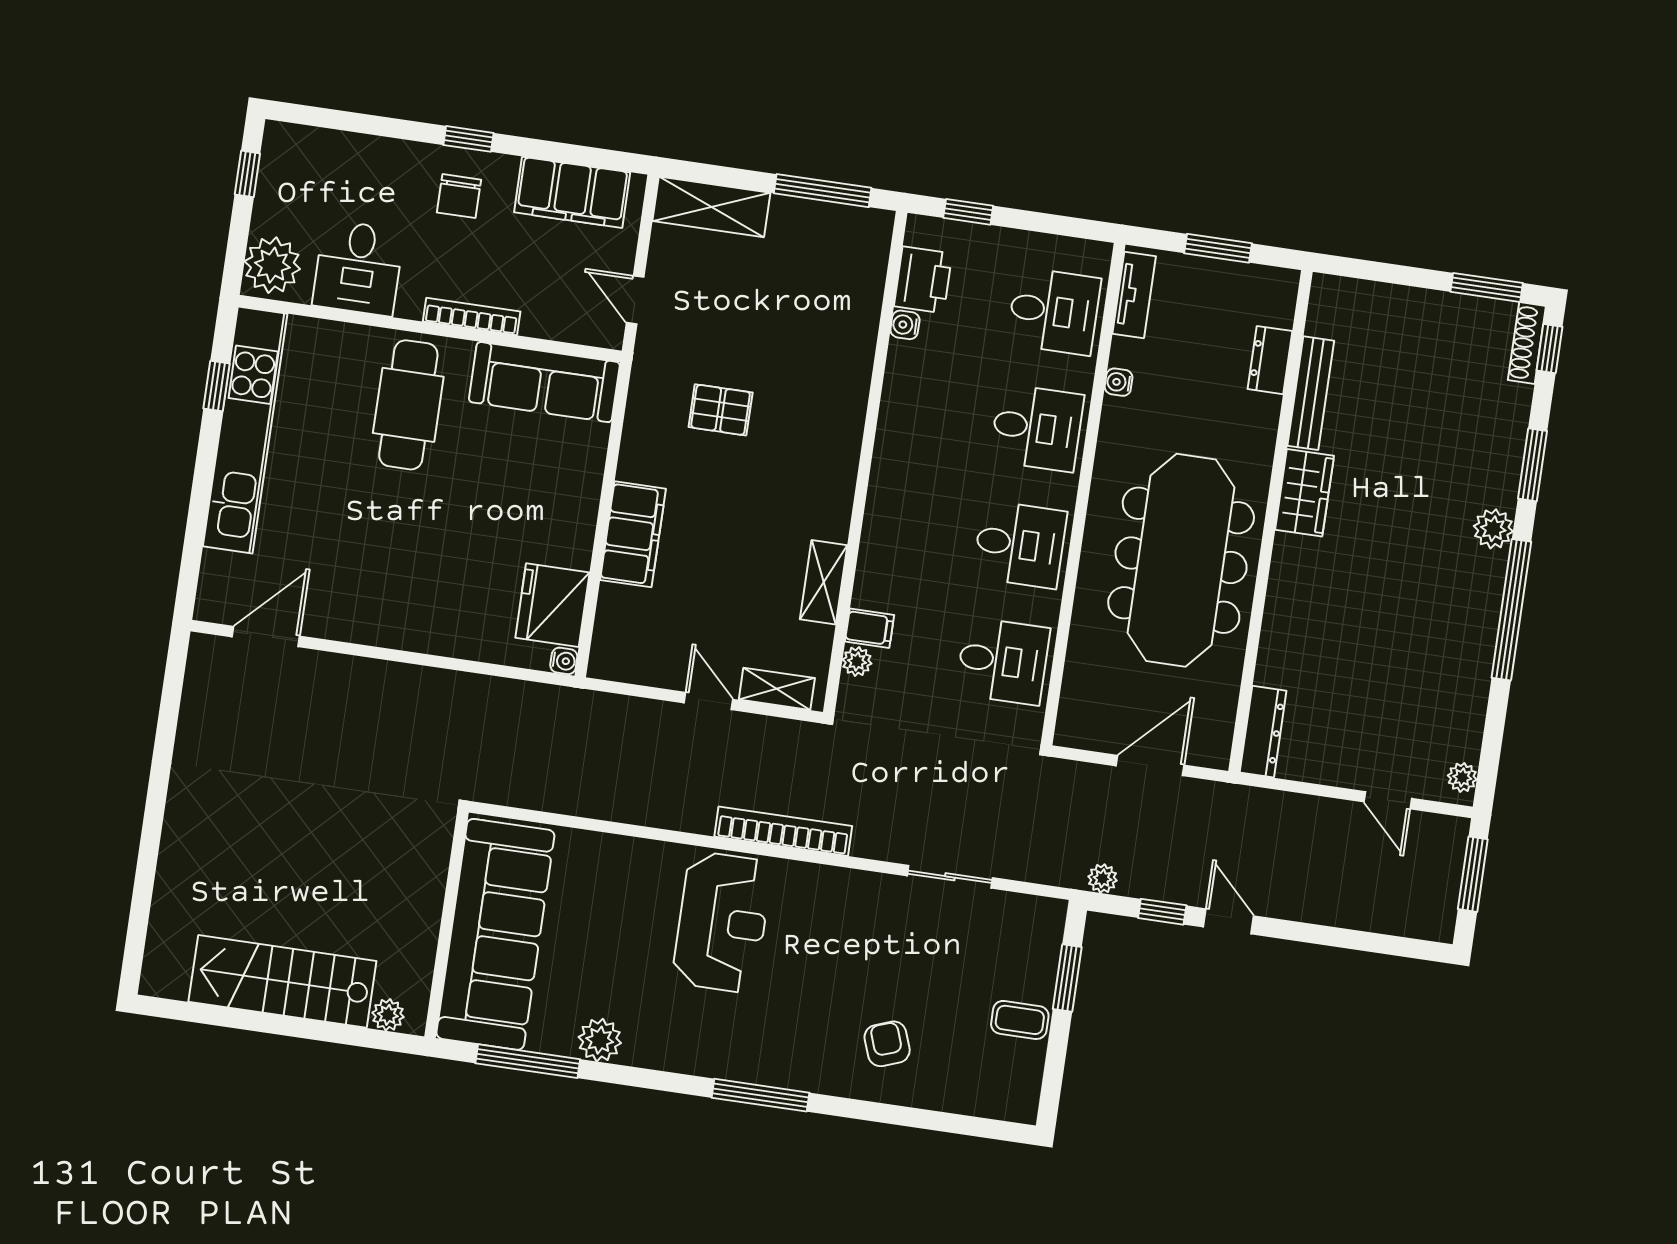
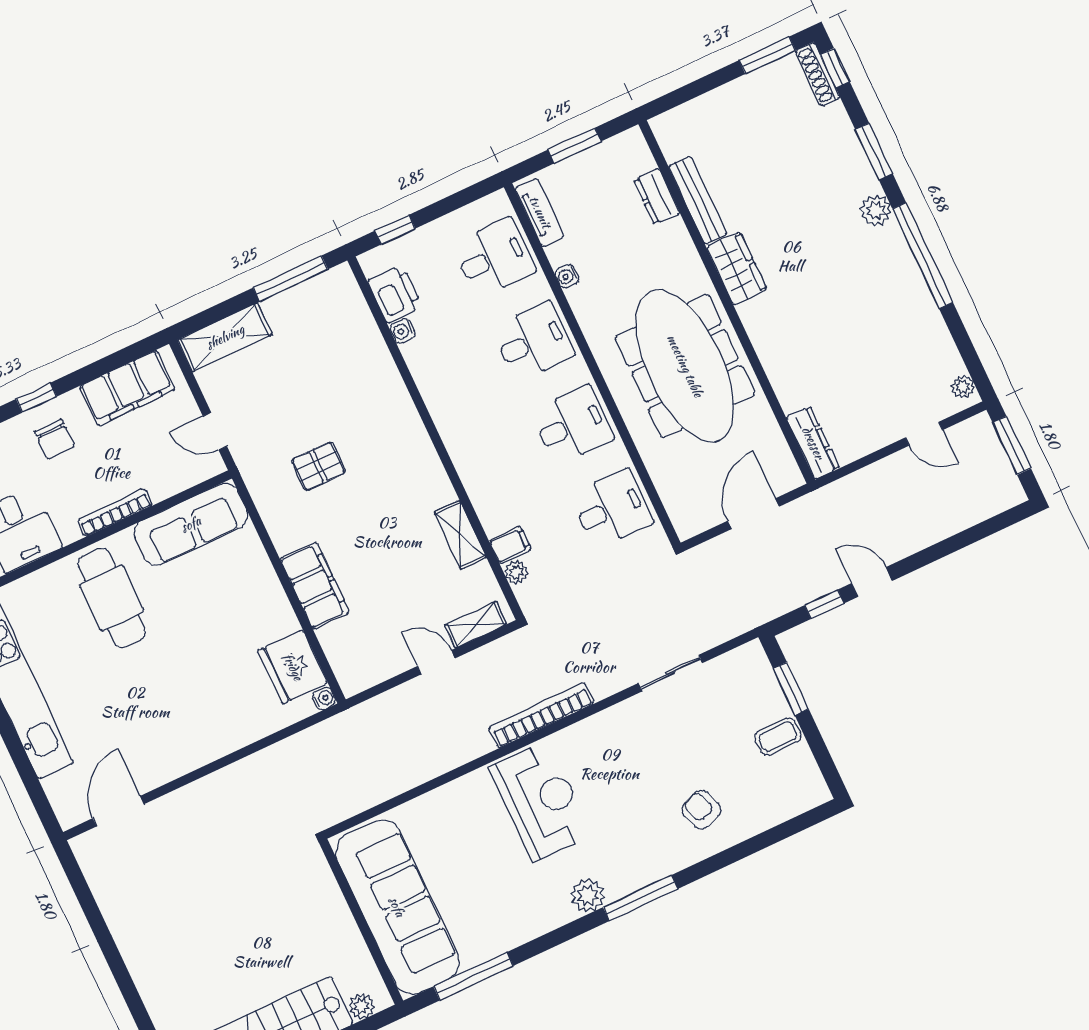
plant: (1103, 878) -> (771, 608), removed
plant: (600, 1040) -> (588, 895), moved

